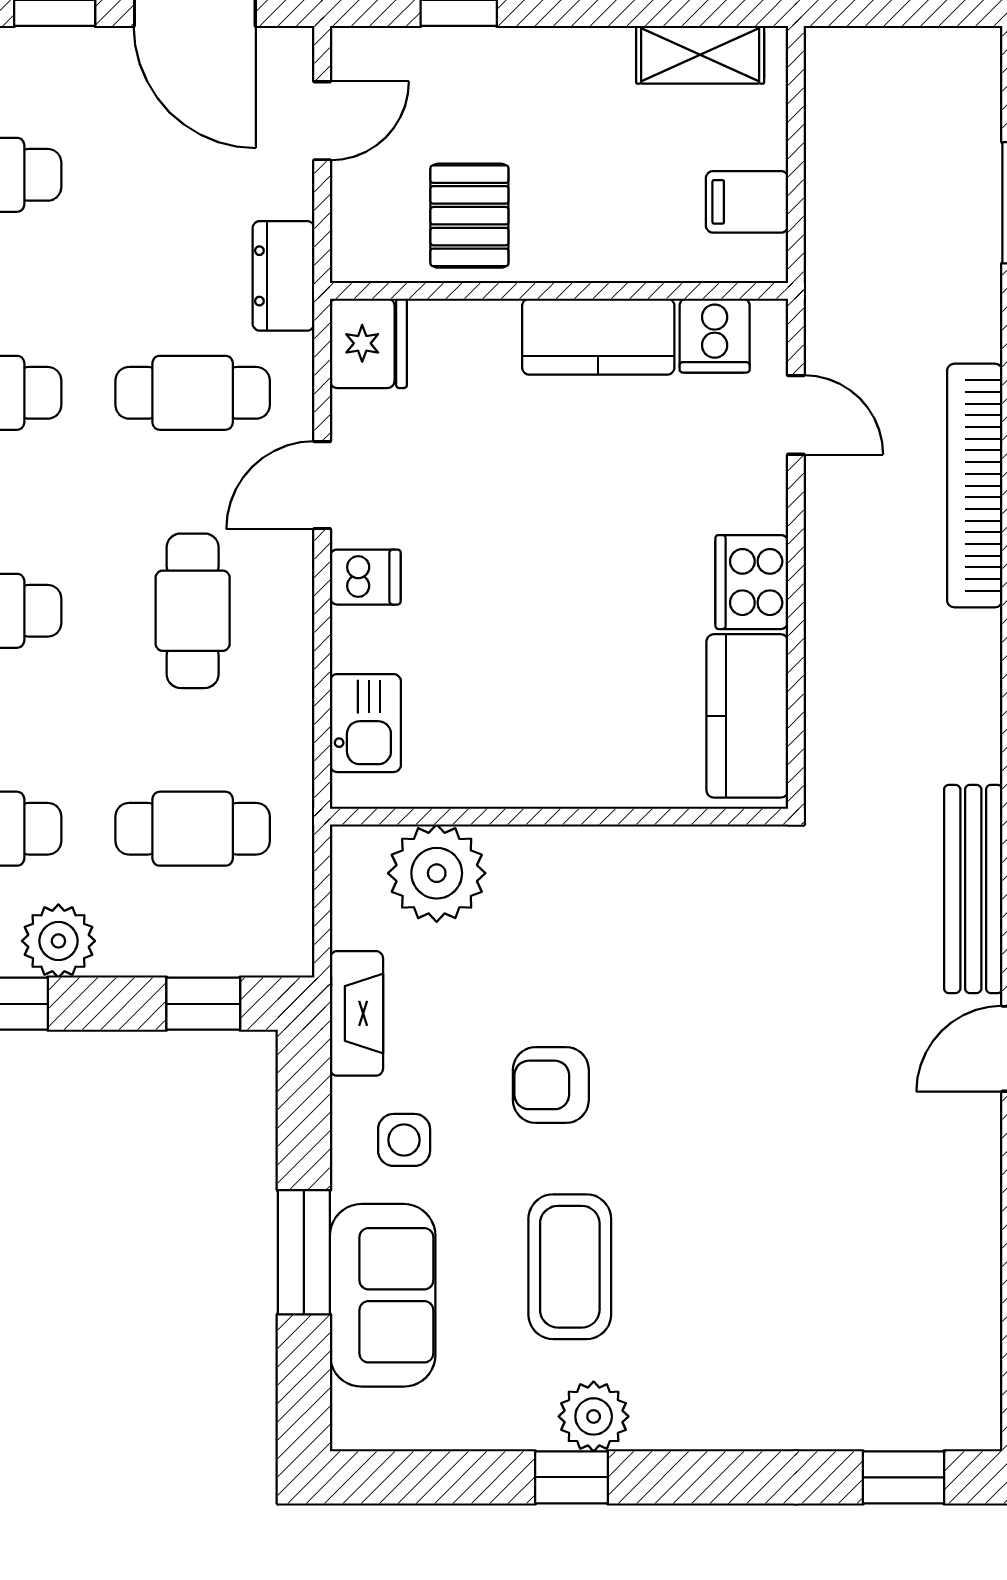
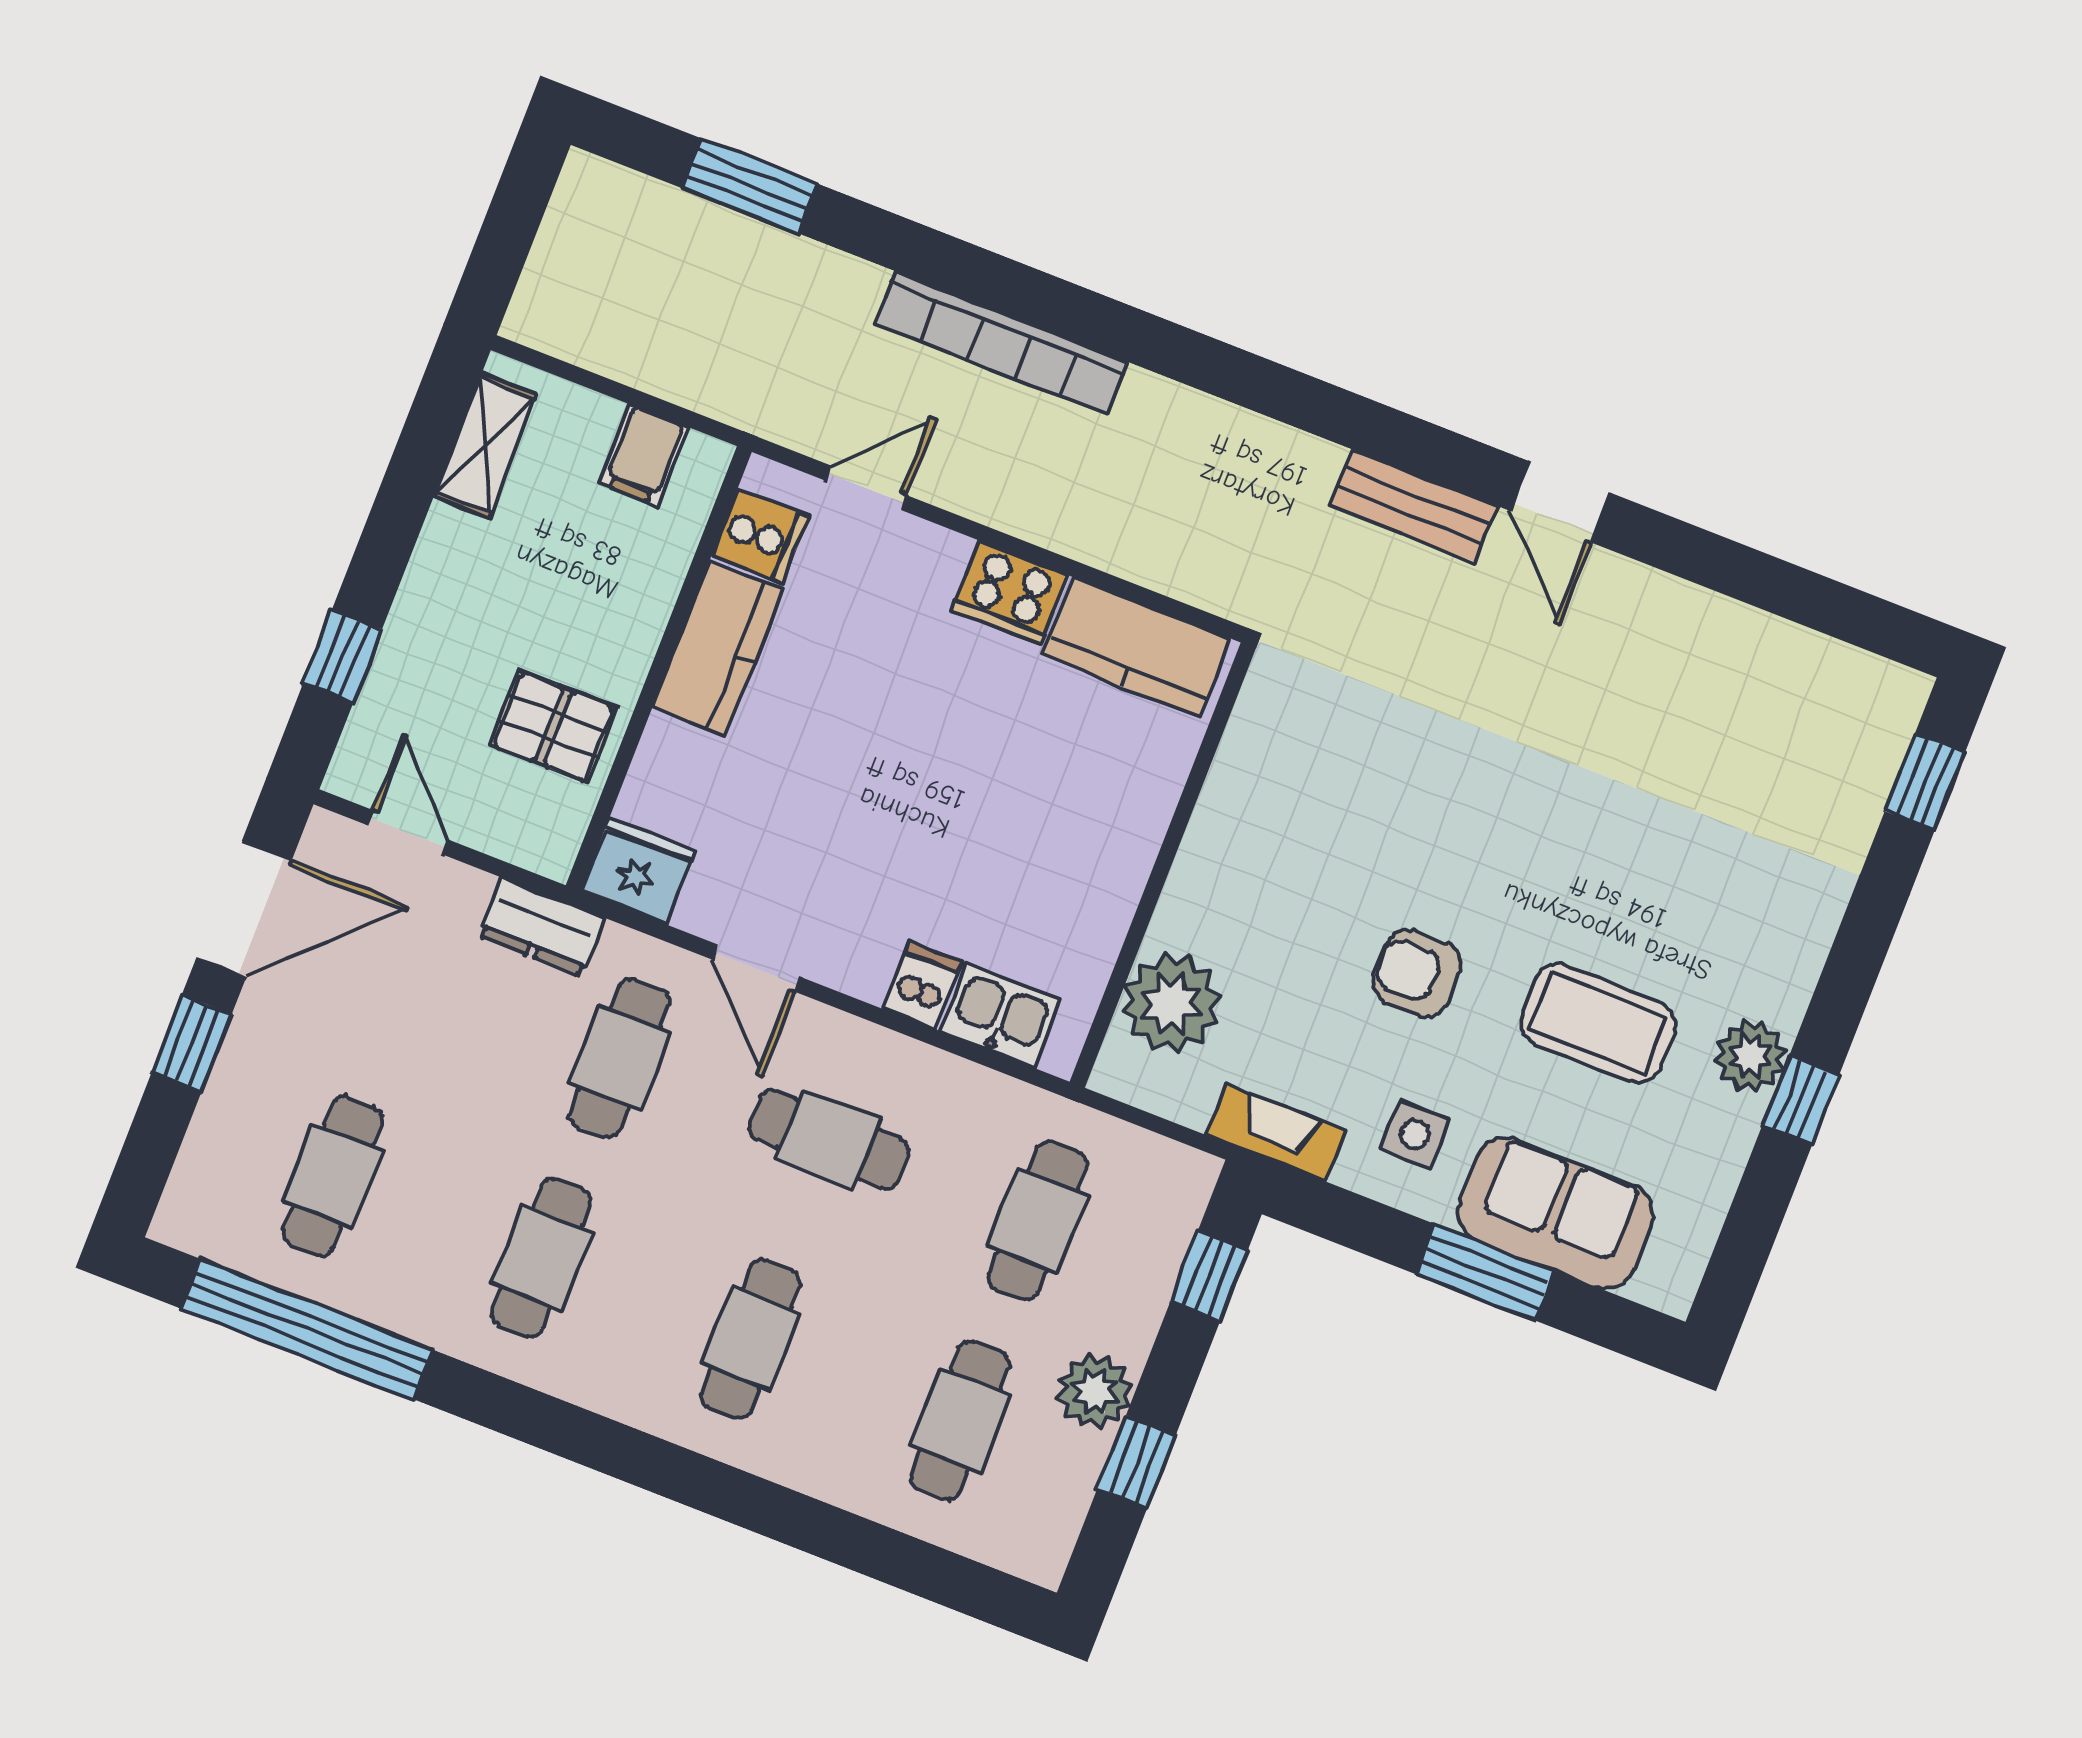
dishwasher: (365, 577) -> (922, 985), moved
bench: (973, 889) -> (1414, 506), width x0.73
armchair: (551, 1085) -> (1417, 973), turned 90

